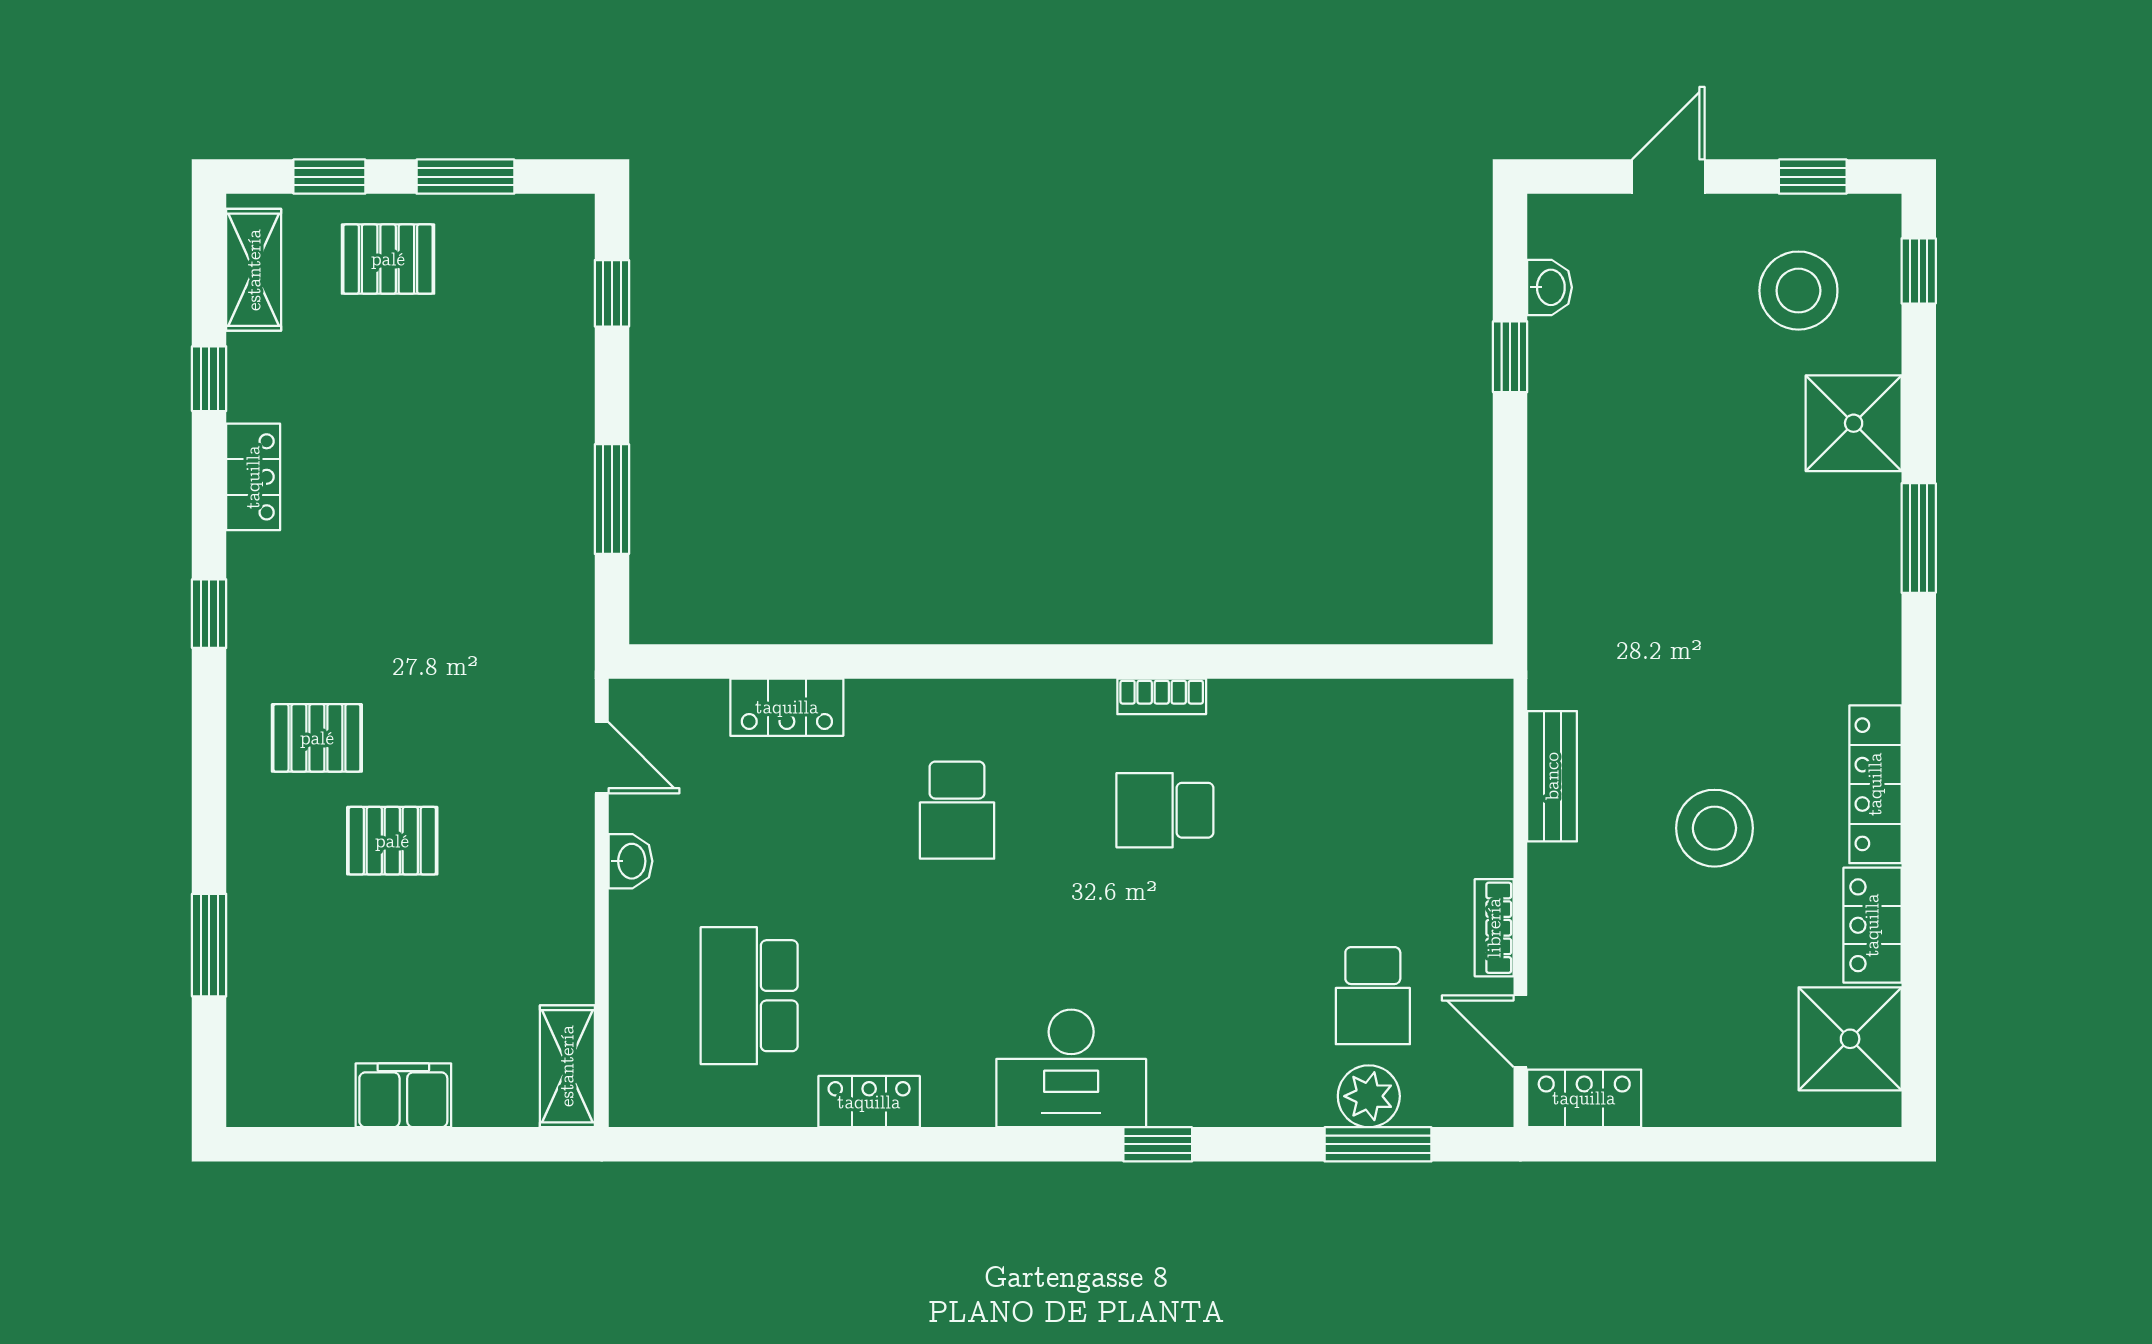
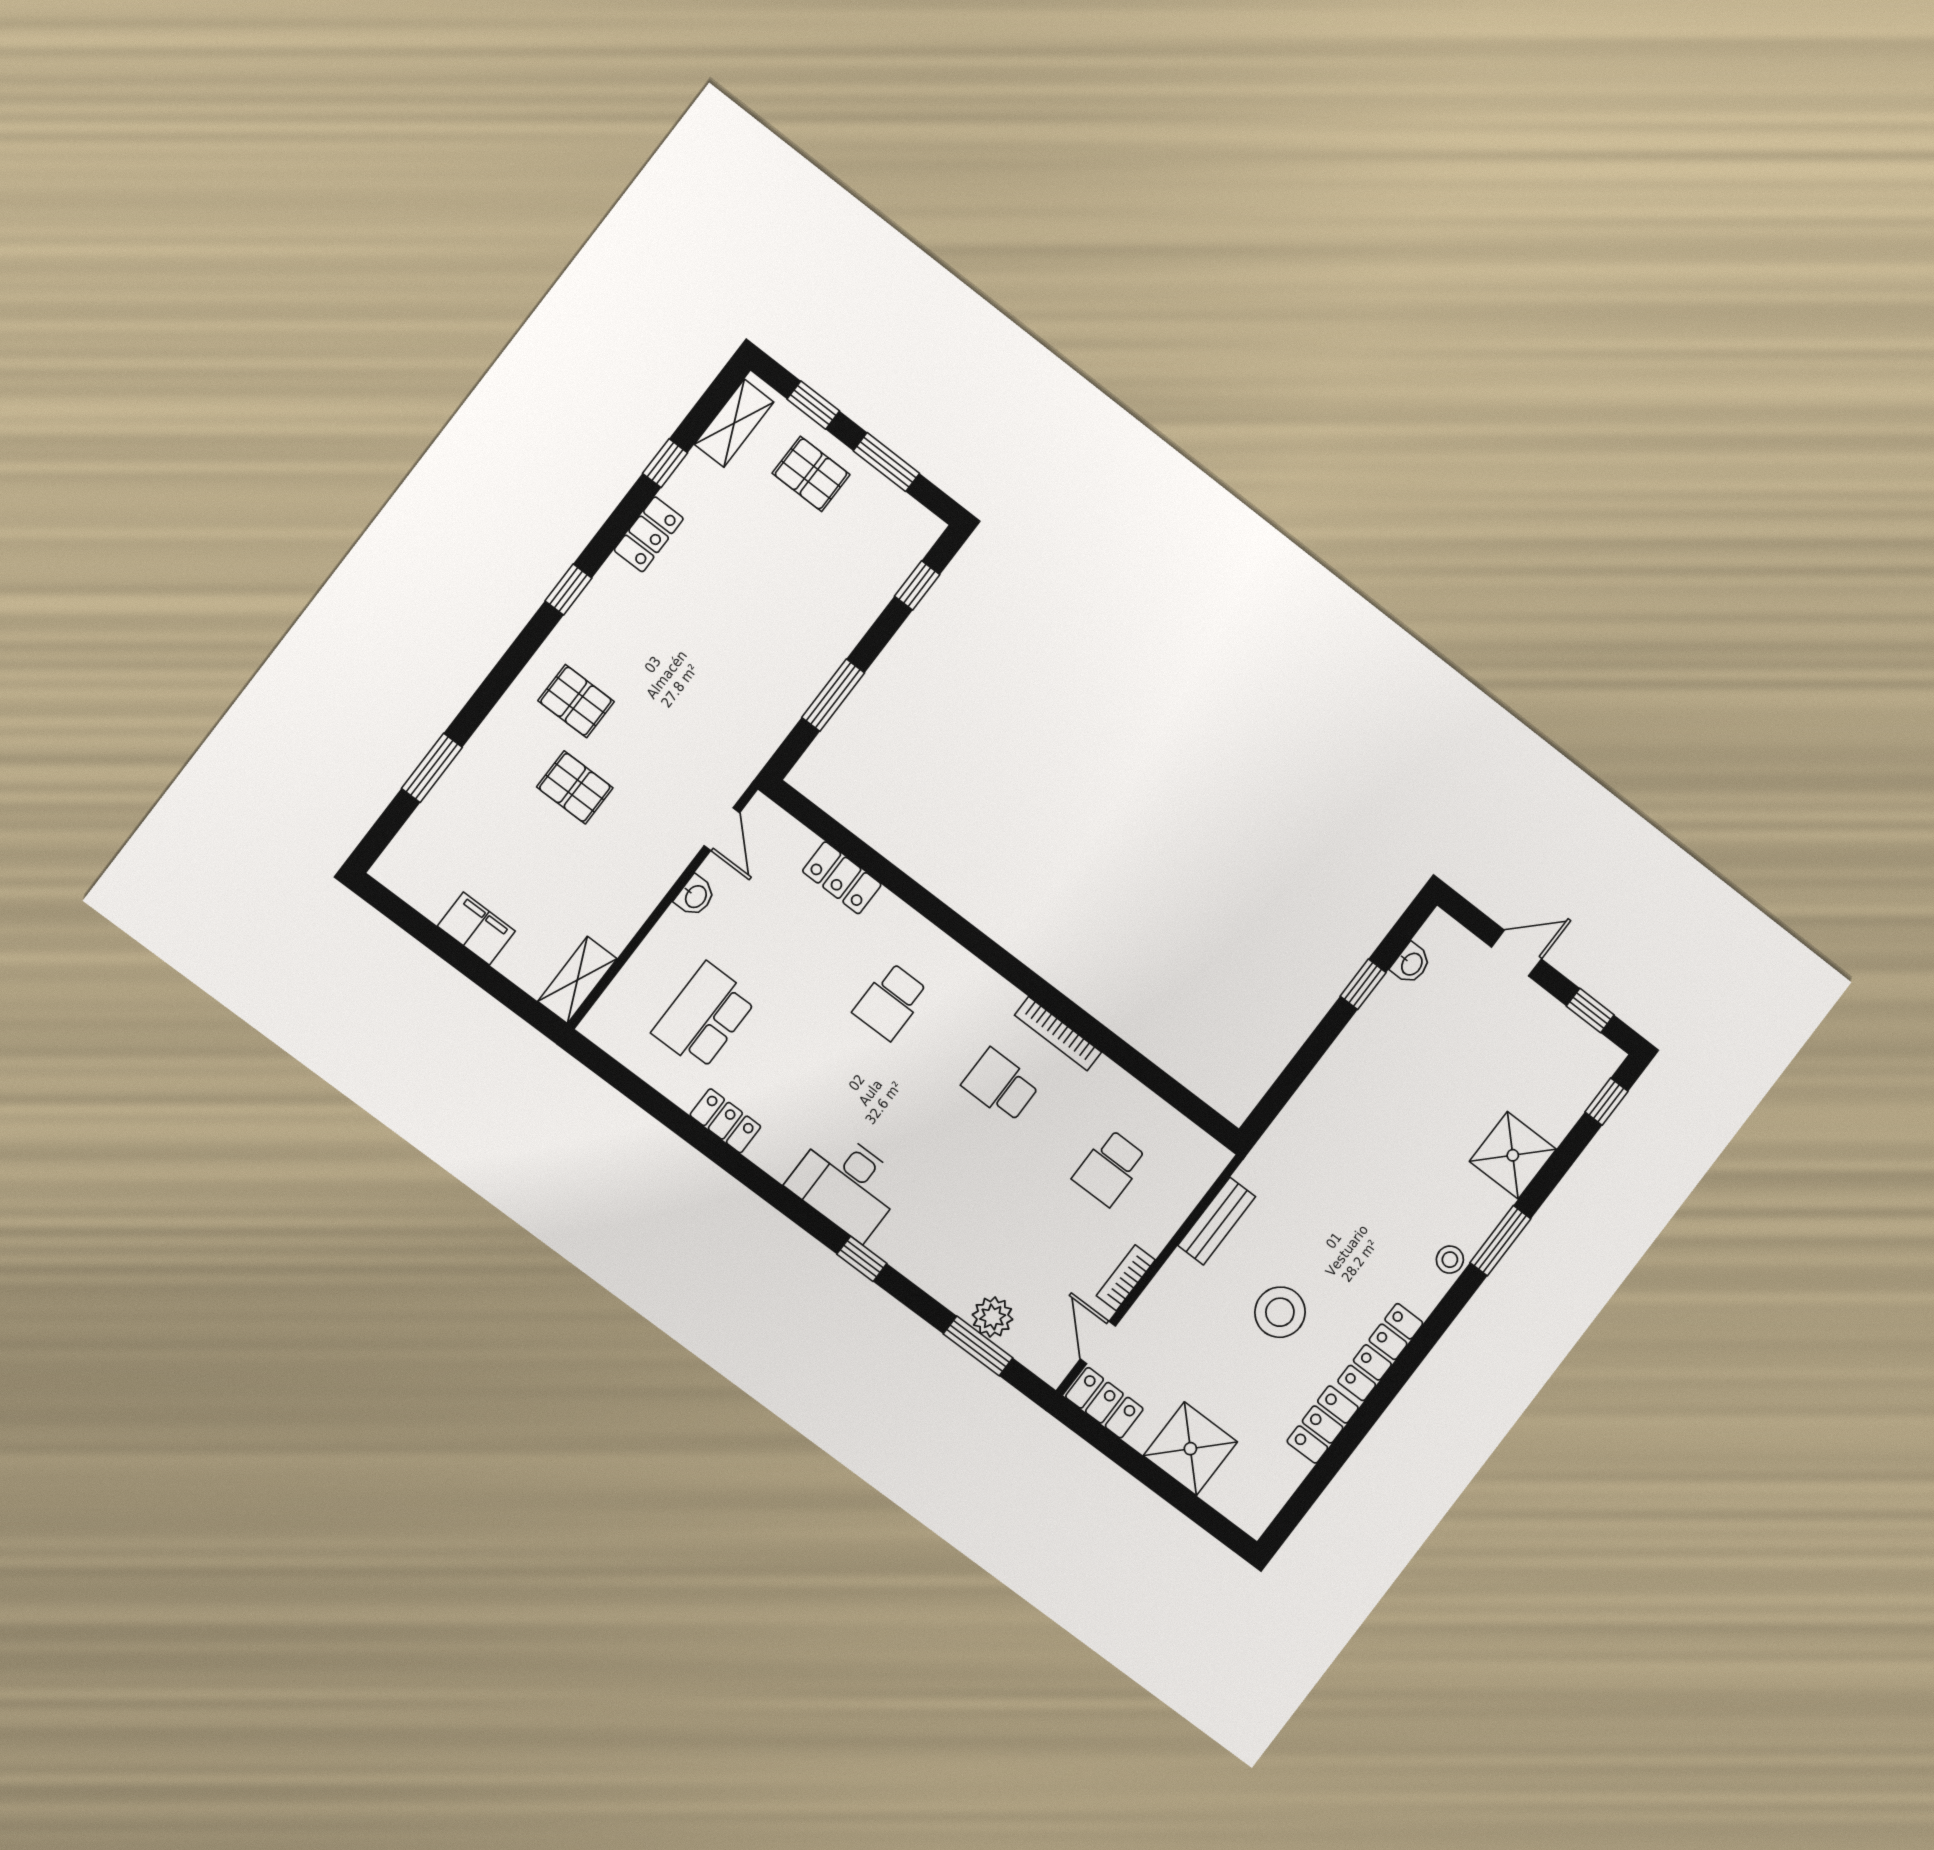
stool: (1798, 291) -> (1450, 1260), moved, width x0.53, depth x0.53
bookcase: (1162, 696) -> (1058, 1034), width x1.56
school desk: (1373, 996) -> (1110, 1168), moved
shower: (1850, 1039) -> (1190, 1449), moved

